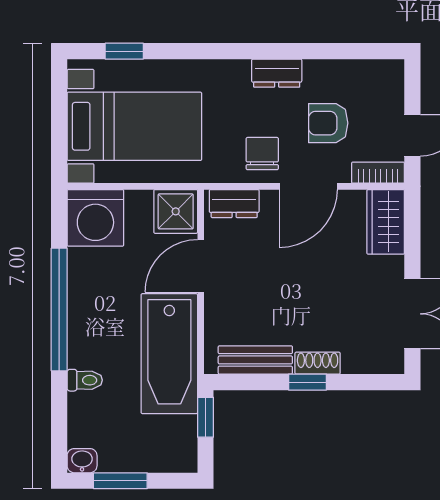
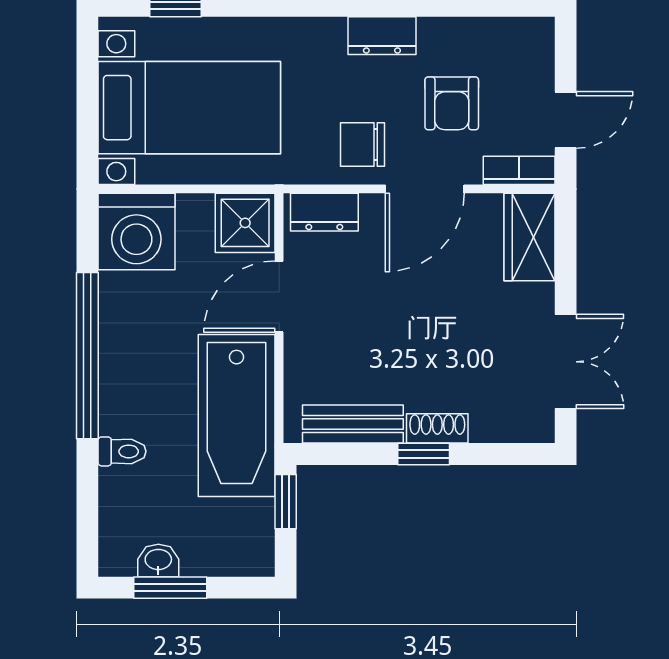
armchair: (328, 123) -> (452, 103), turned -90
chair: (262, 154) -> (362, 145), turned -90
washbasin: (82, 461) -> (158, 560), moved

